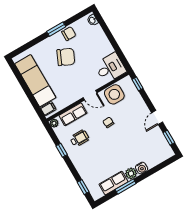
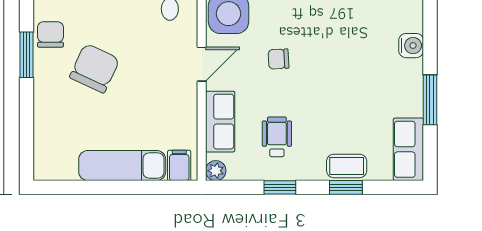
exam couch: (35, 81) -> (122, 166), width x0.73, depth x0.69
coffee table: (84, 170) -> (347, 166), added
plant: (131, 173) -> (410, 73), removed
row of seats: (113, 183) -> (408, 149), moved
window: (83, 187) -> (346, 187), moved

